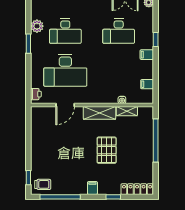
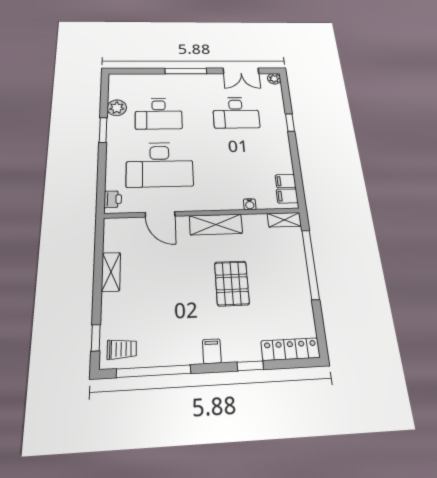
filing cabinet: (147, 55) -> (287, 196), moved
door: (65, 105) -> (160, 214), hinge flipped
shelving: (127, 111) -> (284, 220), moved
shelving: (36, 141) -> (111, 272), added

